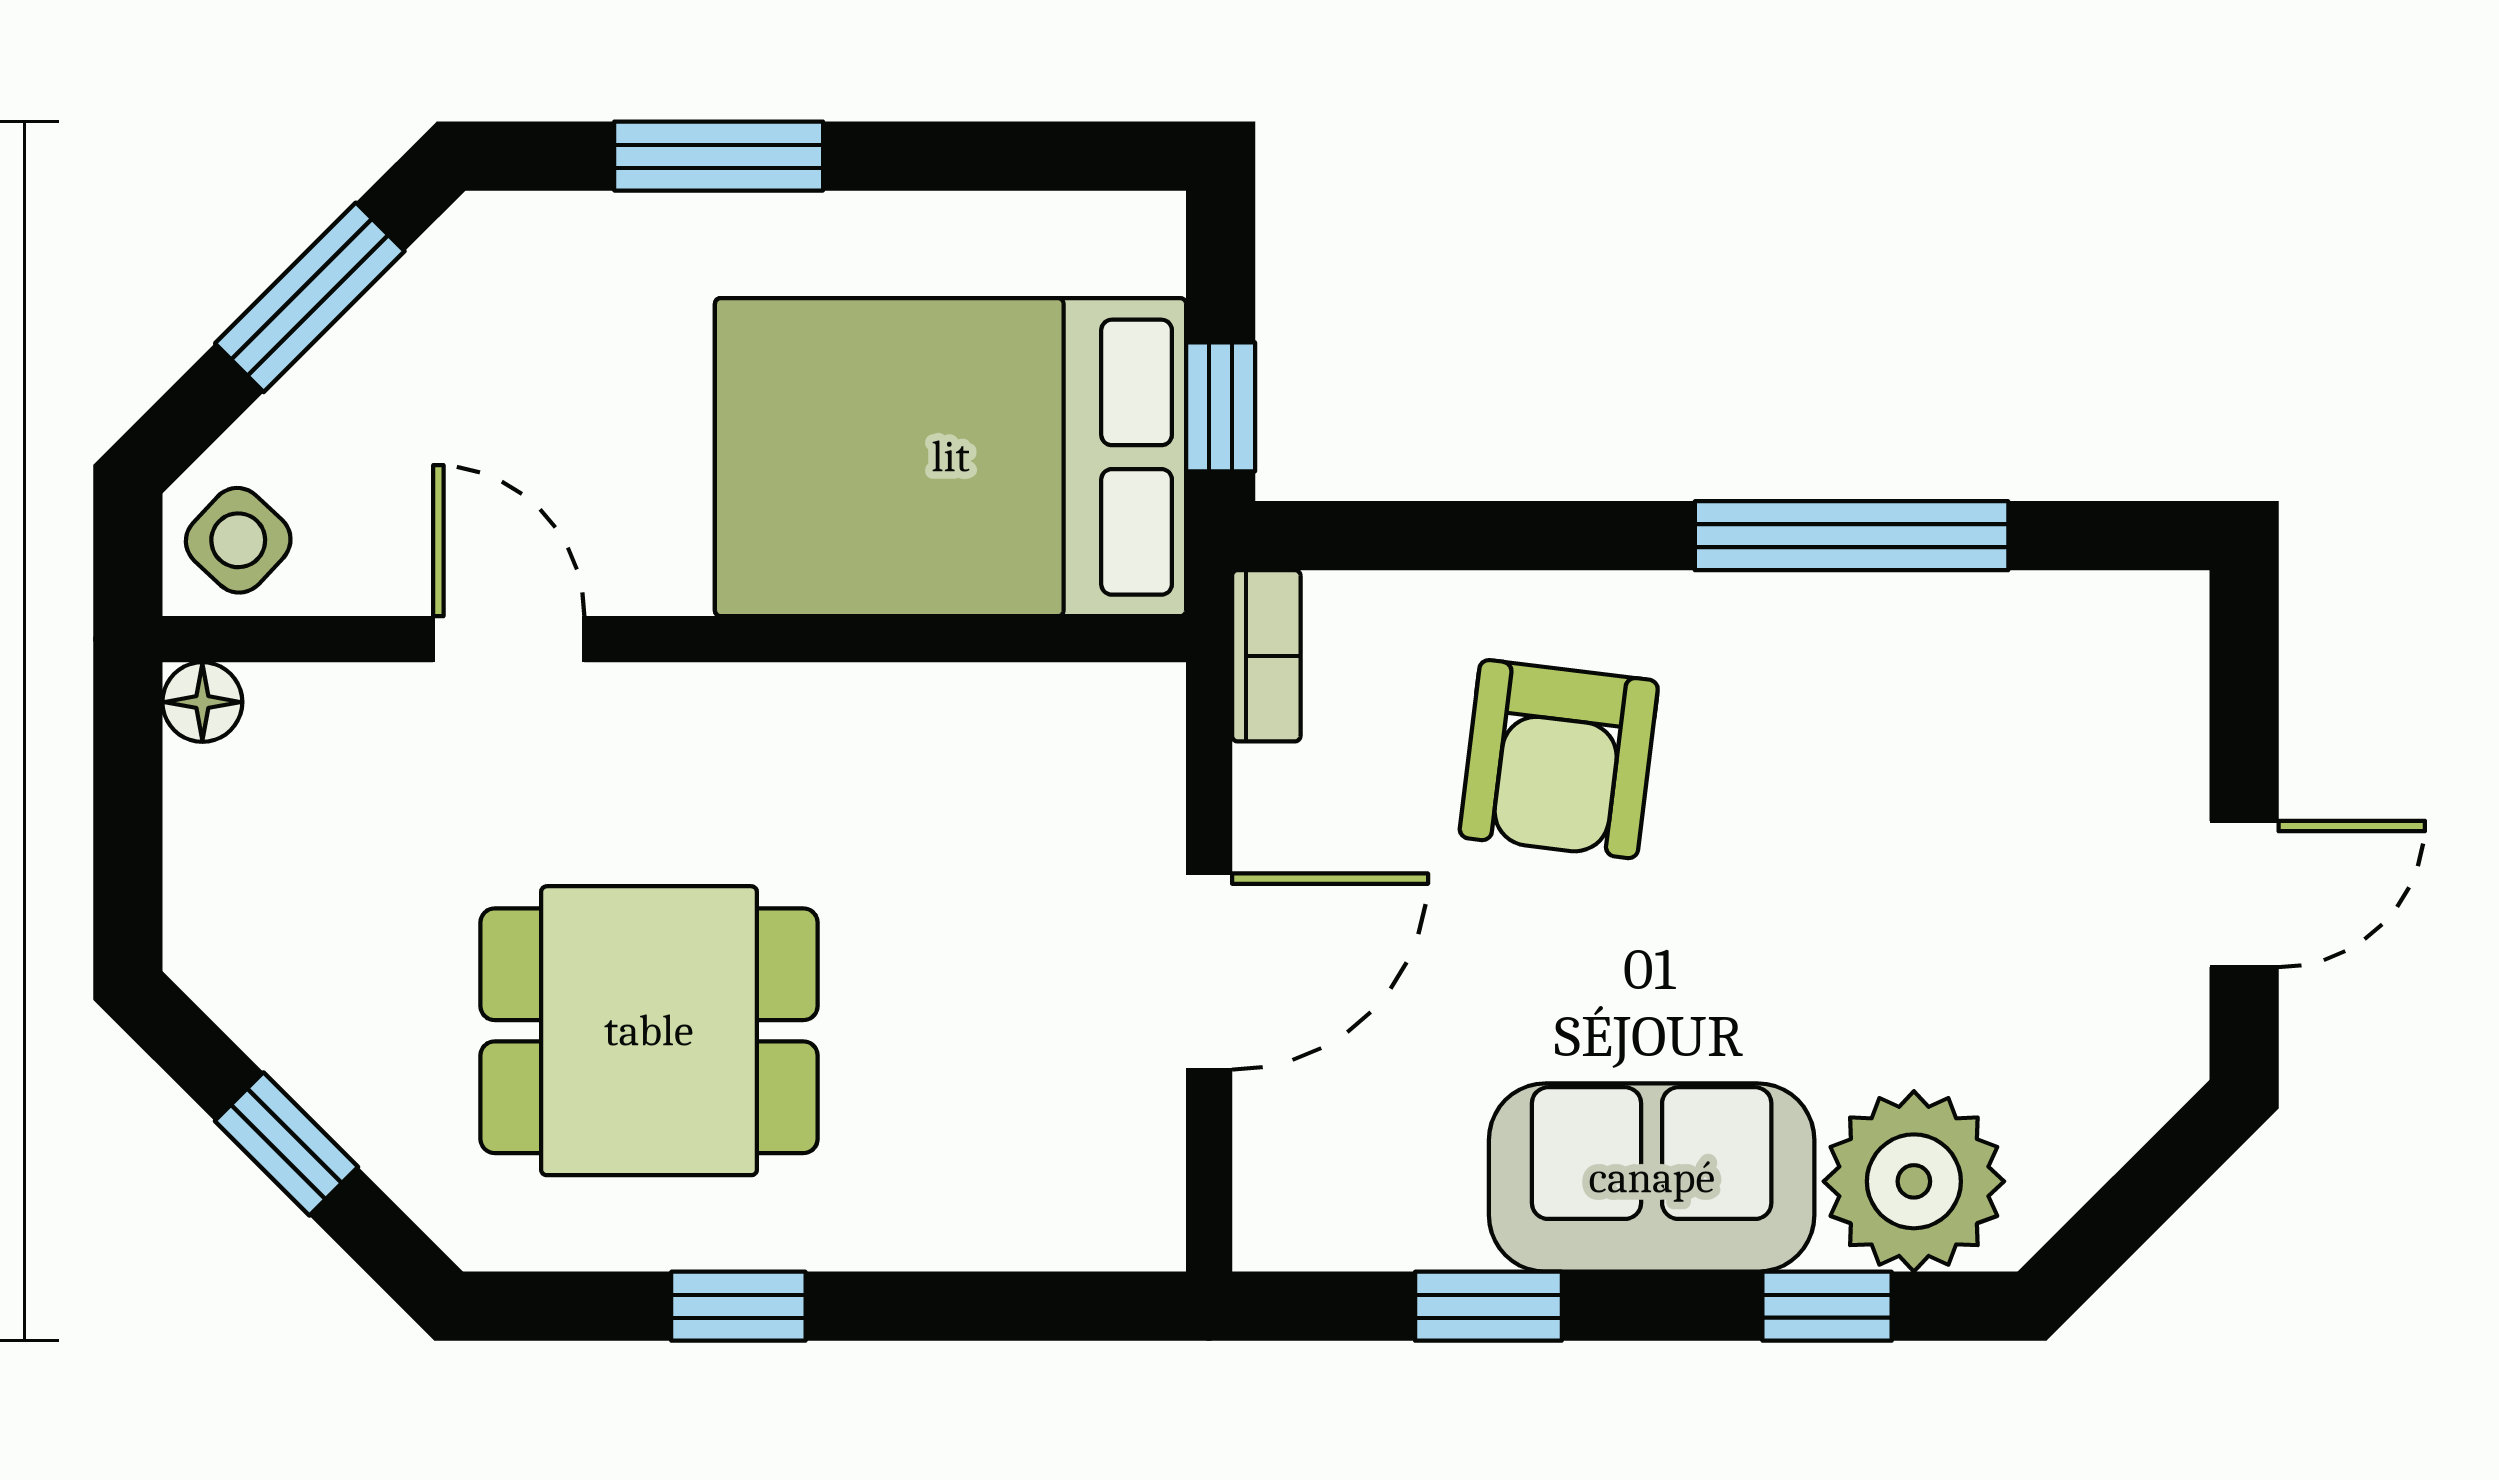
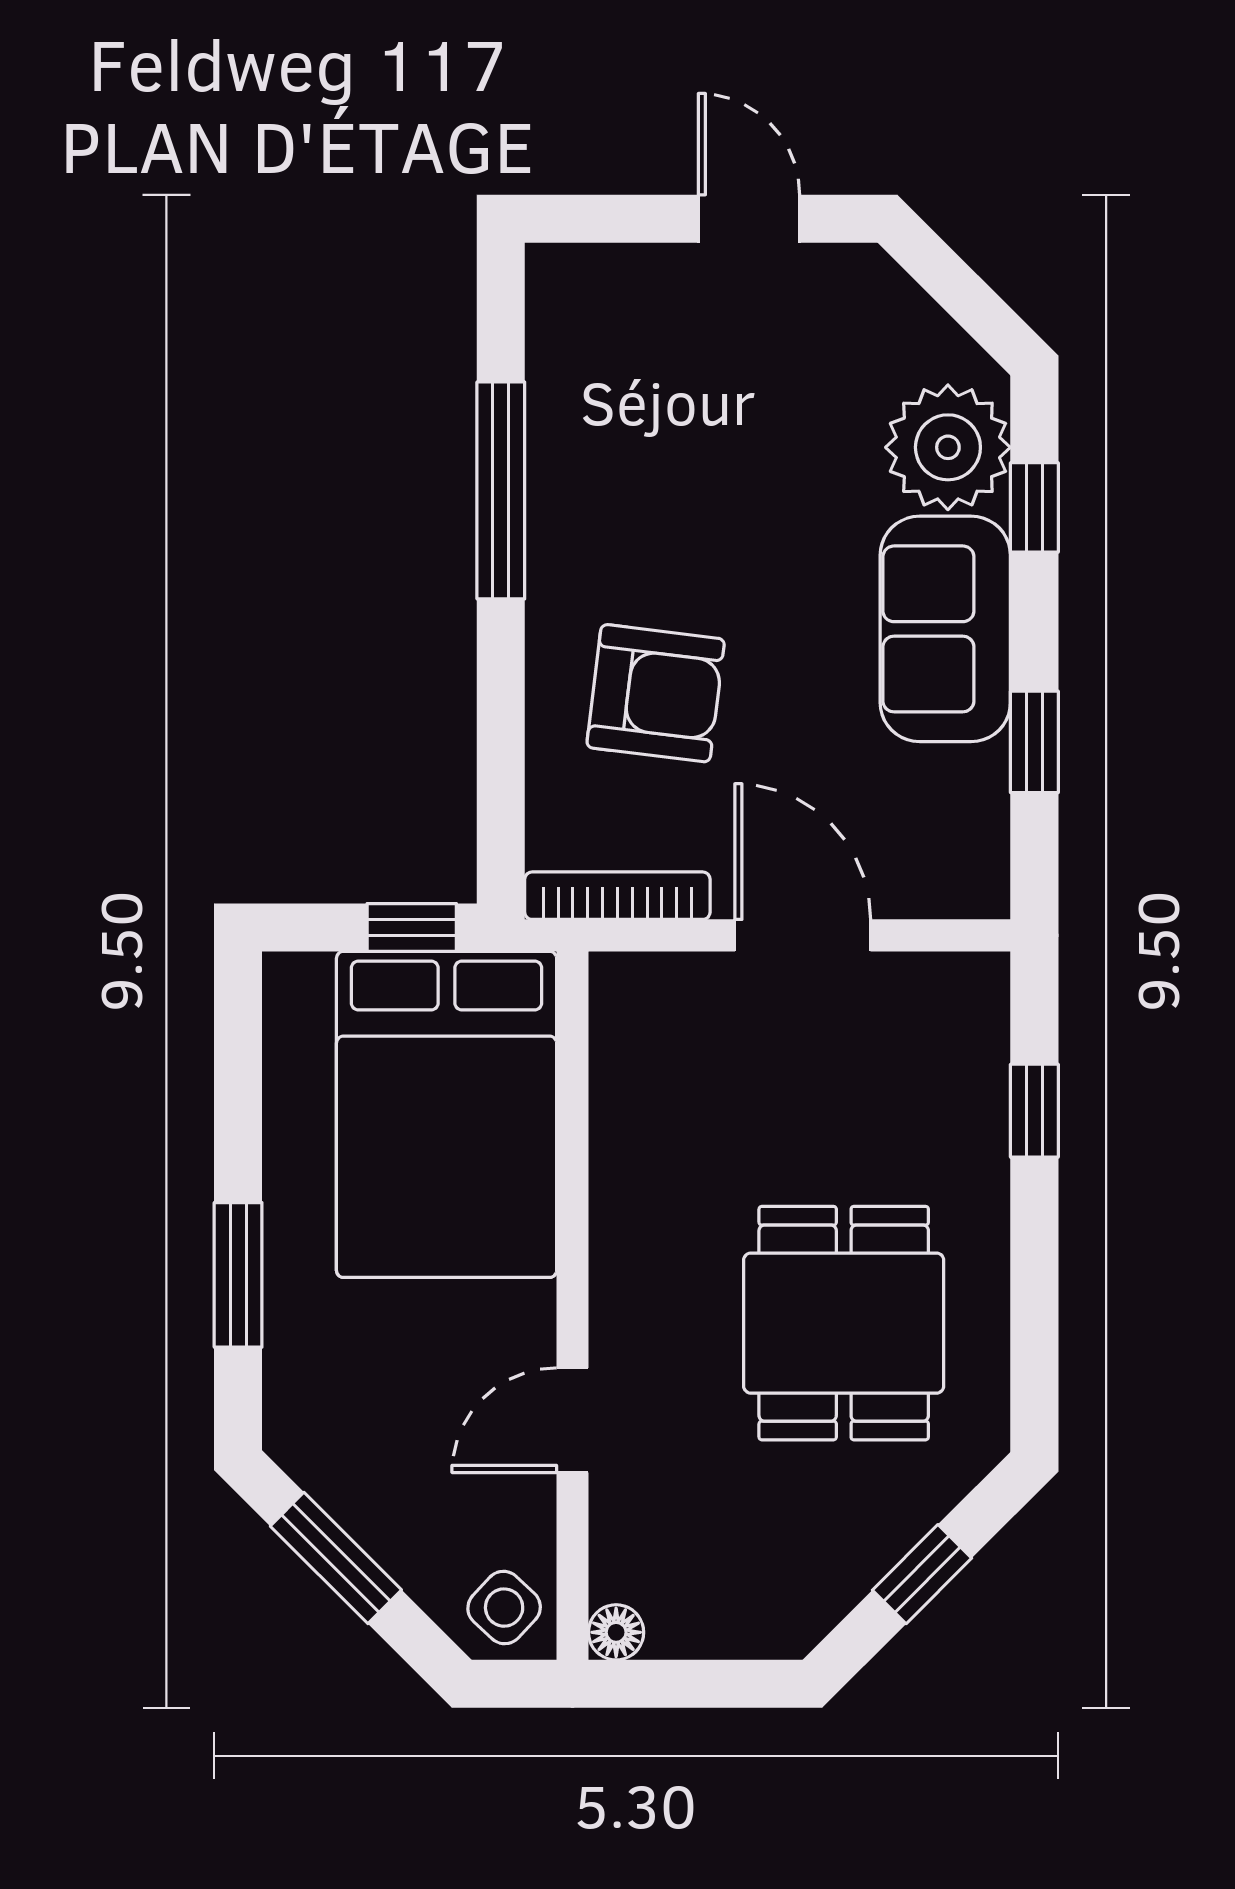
bookcase: (1266, 656) -> (617, 896), width x1.56
window: (738, 1306) -> (1034, 1111), moved

